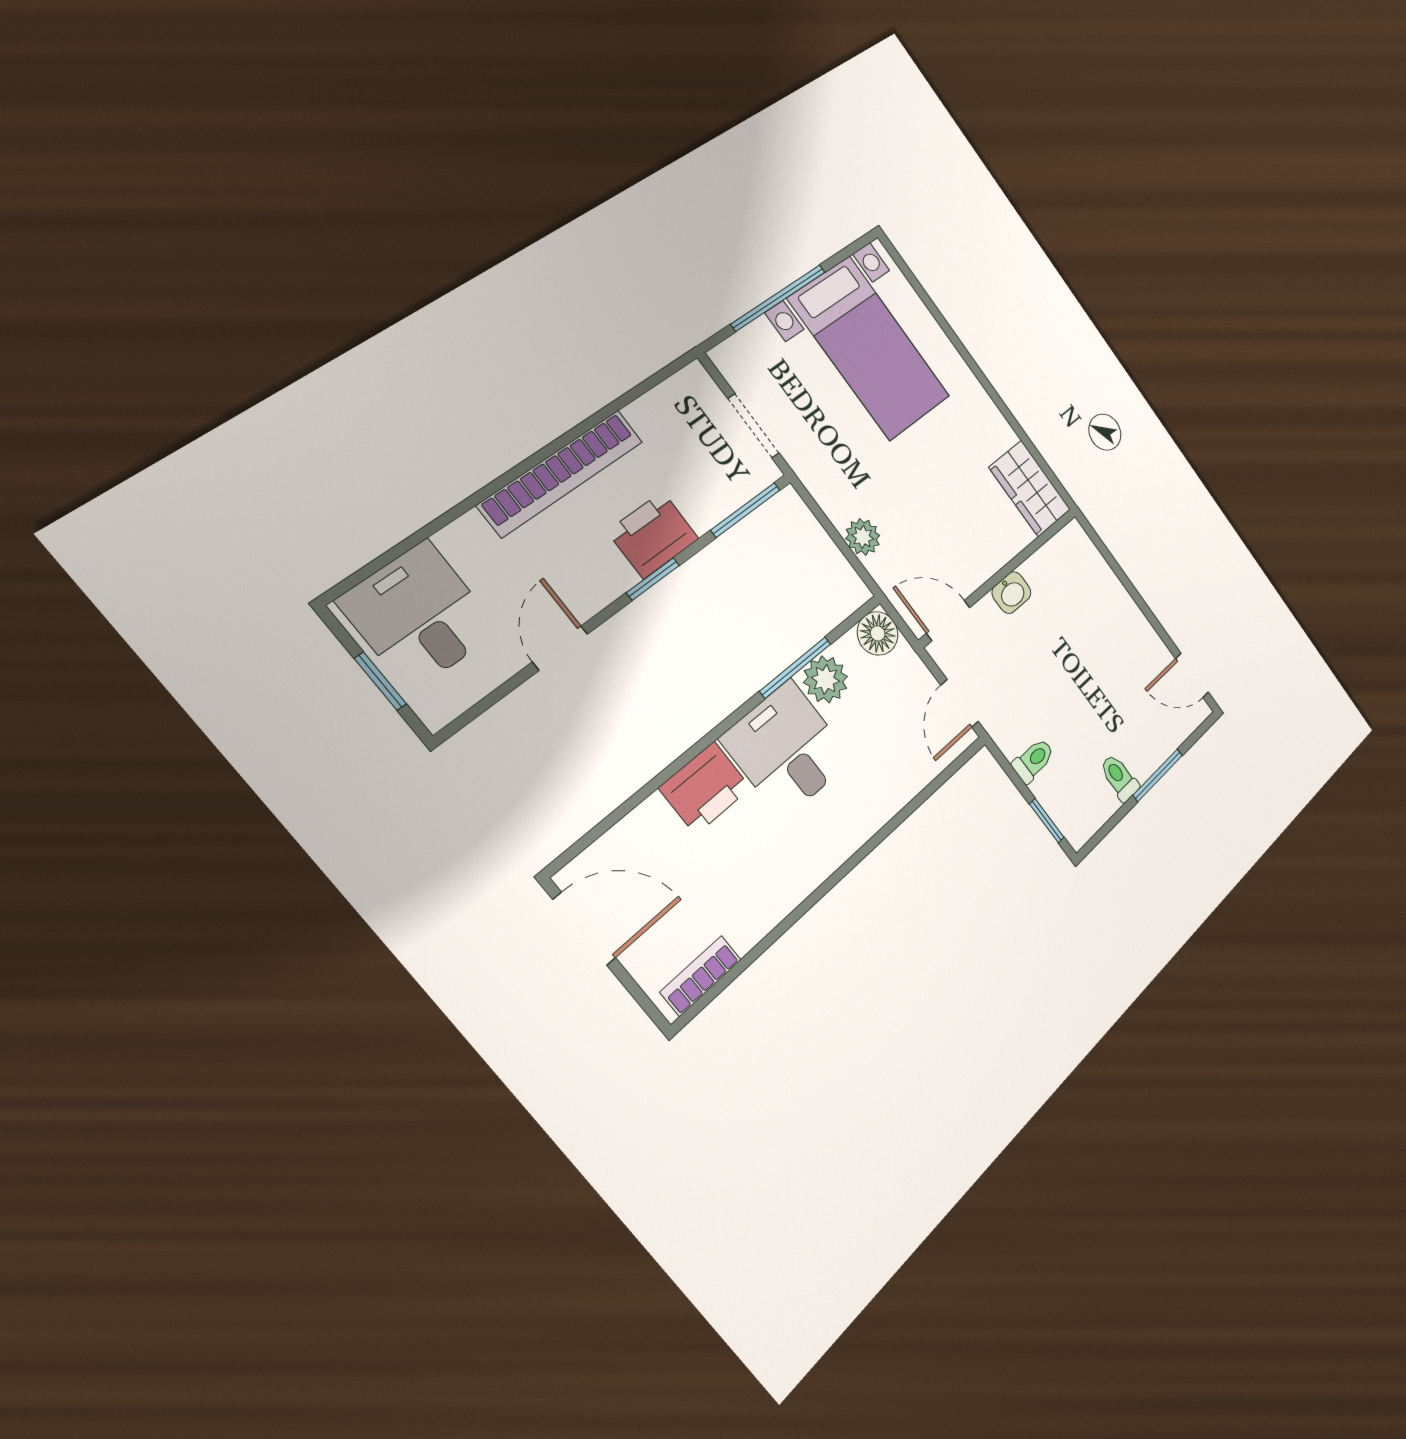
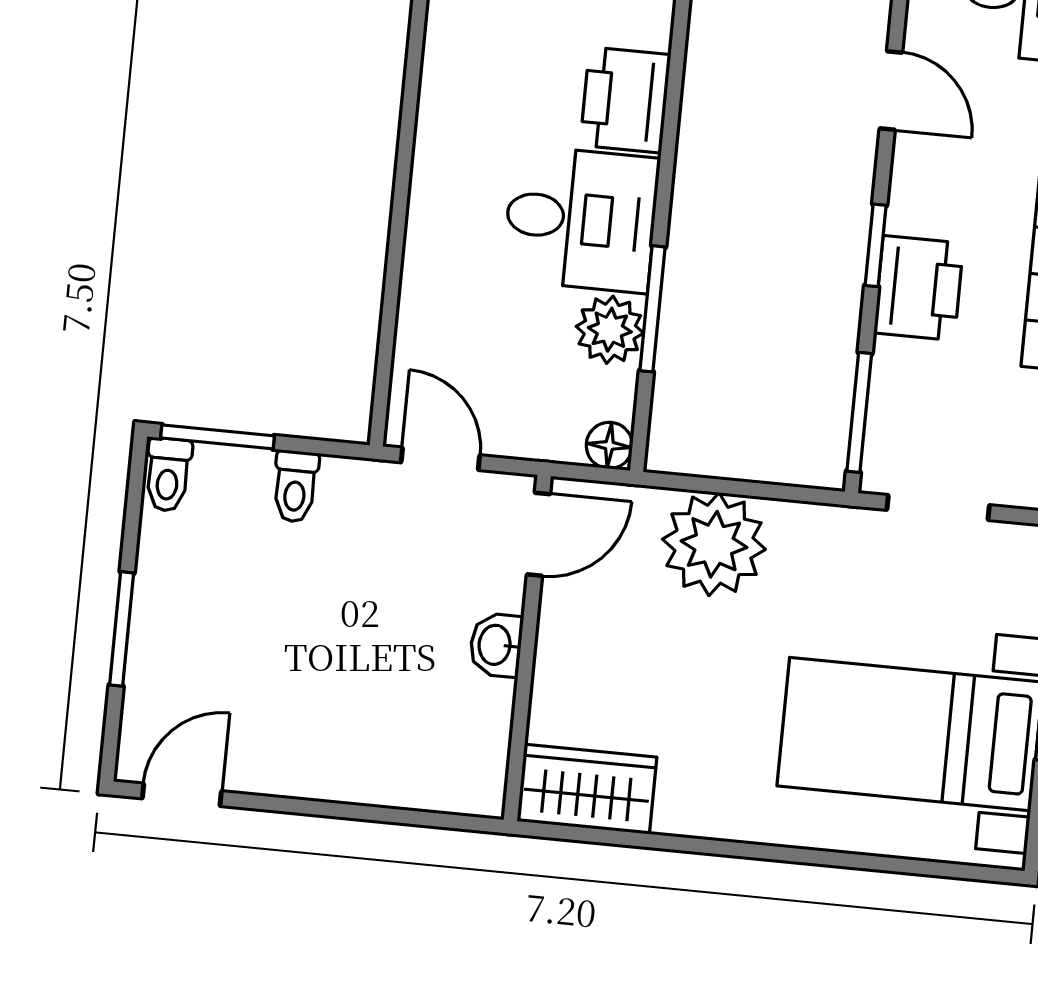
plant: (863, 537) -> (714, 544), width x1.88, depth x1.88
floor lamp: (878, 633) -> (609, 445), width x0.73, depth x0.73
toilet: (1119, 778) -> (168, 475), moved, turned 90
window: (1047, 821) -> (217, 437), width x1.50

